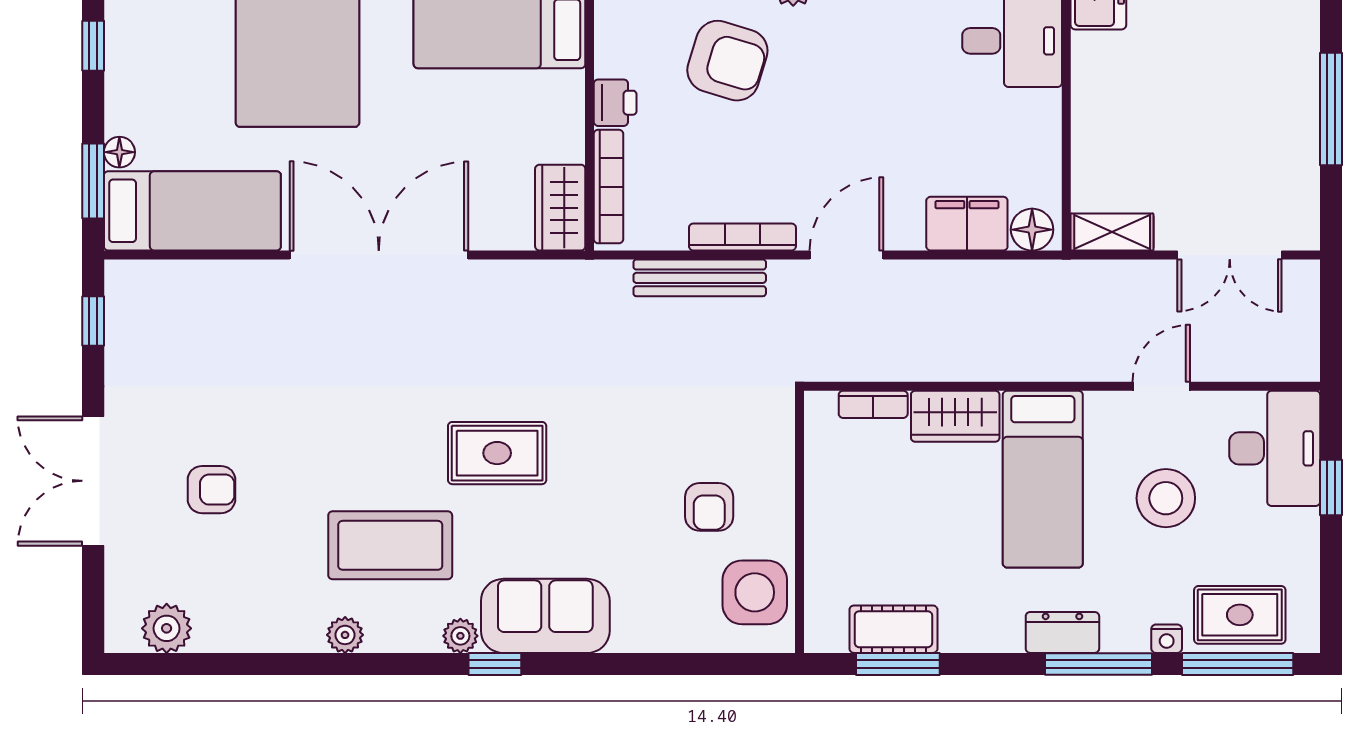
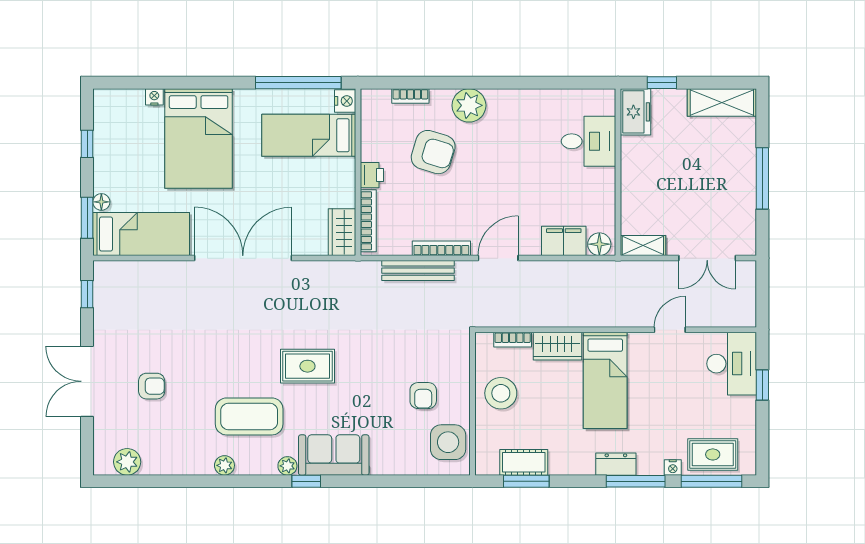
stool: (1166, 498) -> (501, 393), moved

